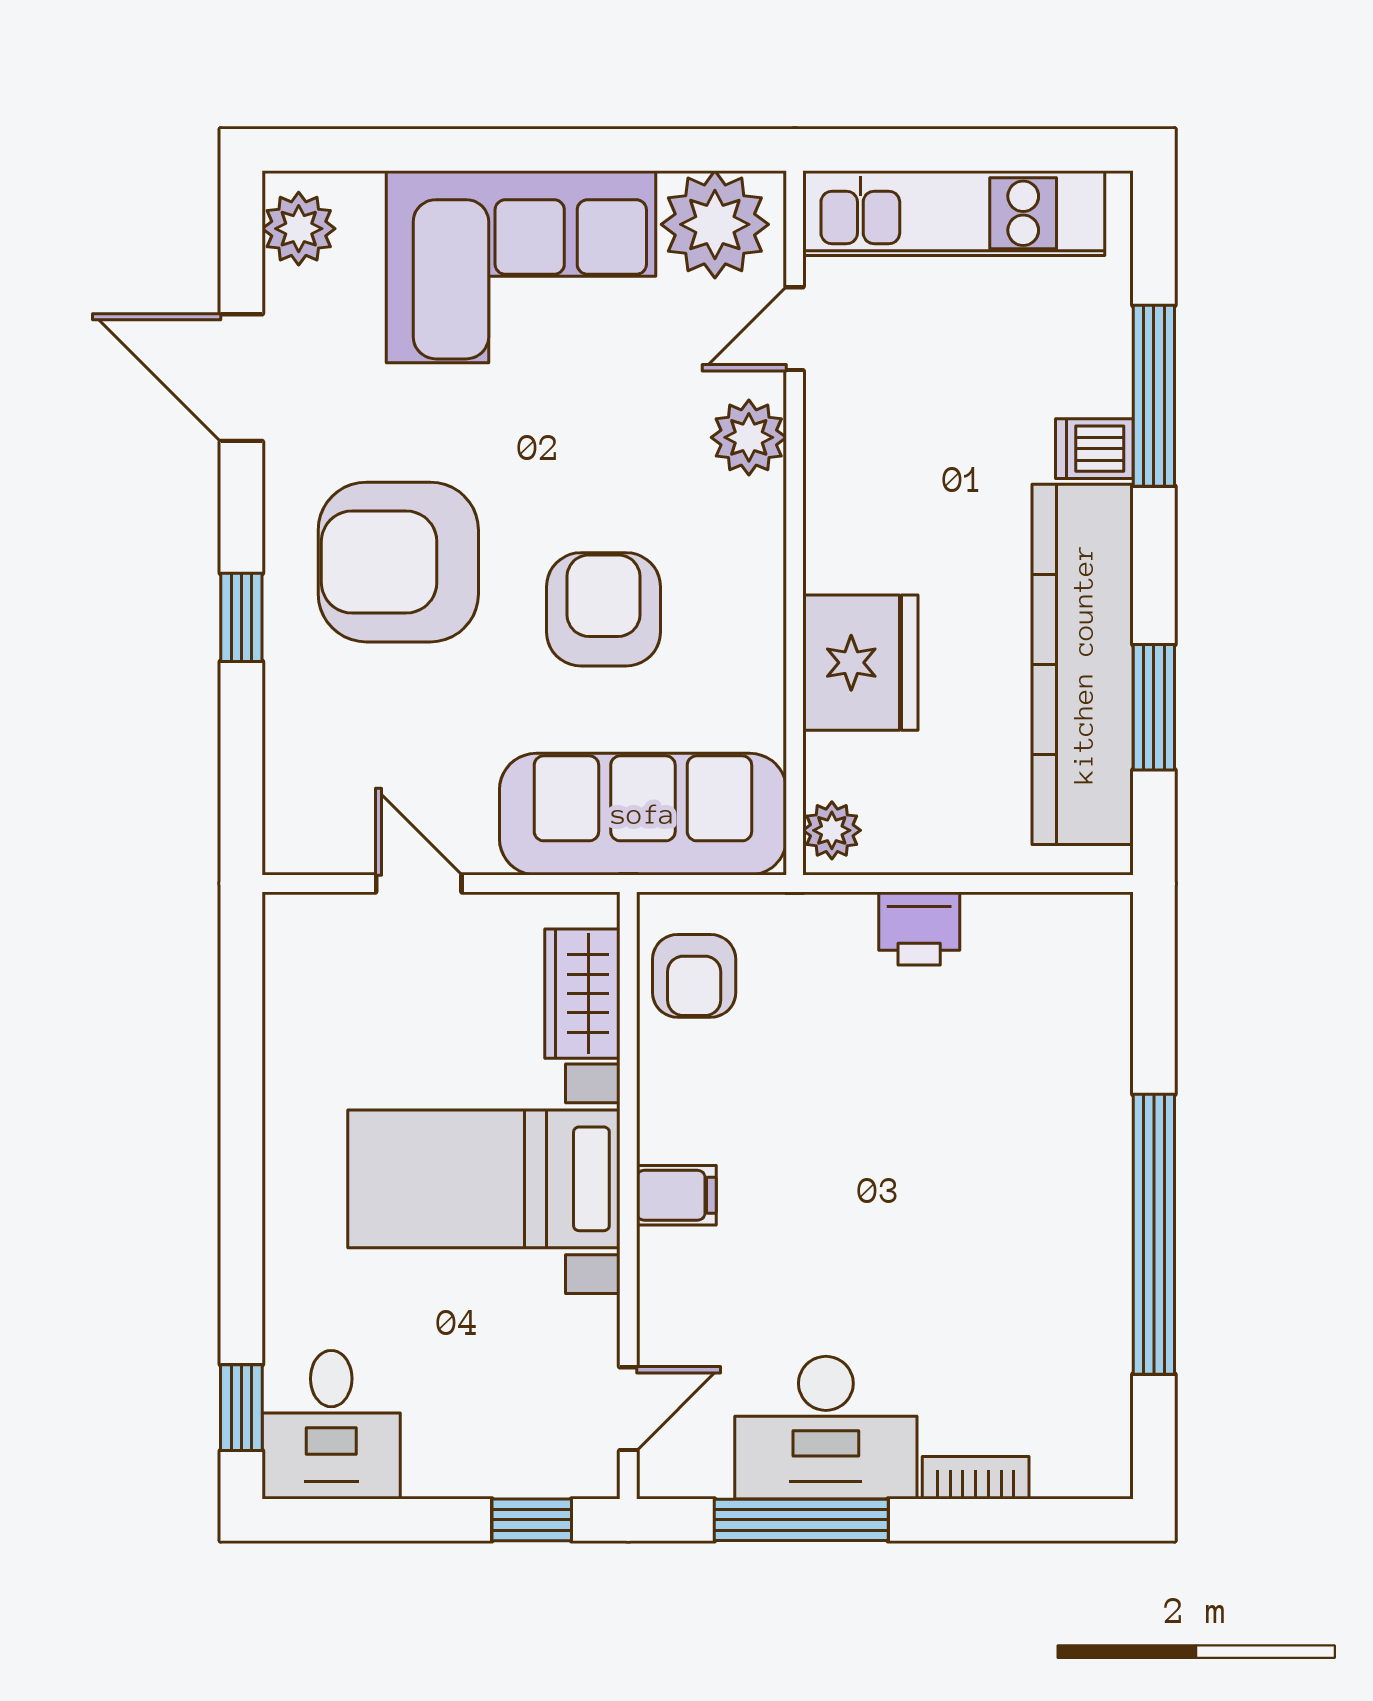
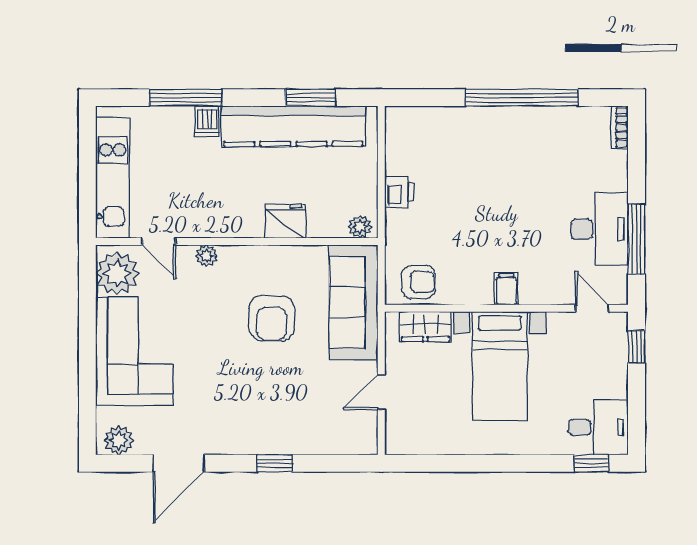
plant: (749, 437) -> (207, 256), width x0.73, depth x0.73
armchair: (398, 562) -> (252, 400), removed
armchair: (603, 609) -> (271, 318), turned -90
fridge: (860, 663) -> (286, 221), width x0.73, depth x0.75
bookcase: (976, 1478) -> (620, 127), moved

